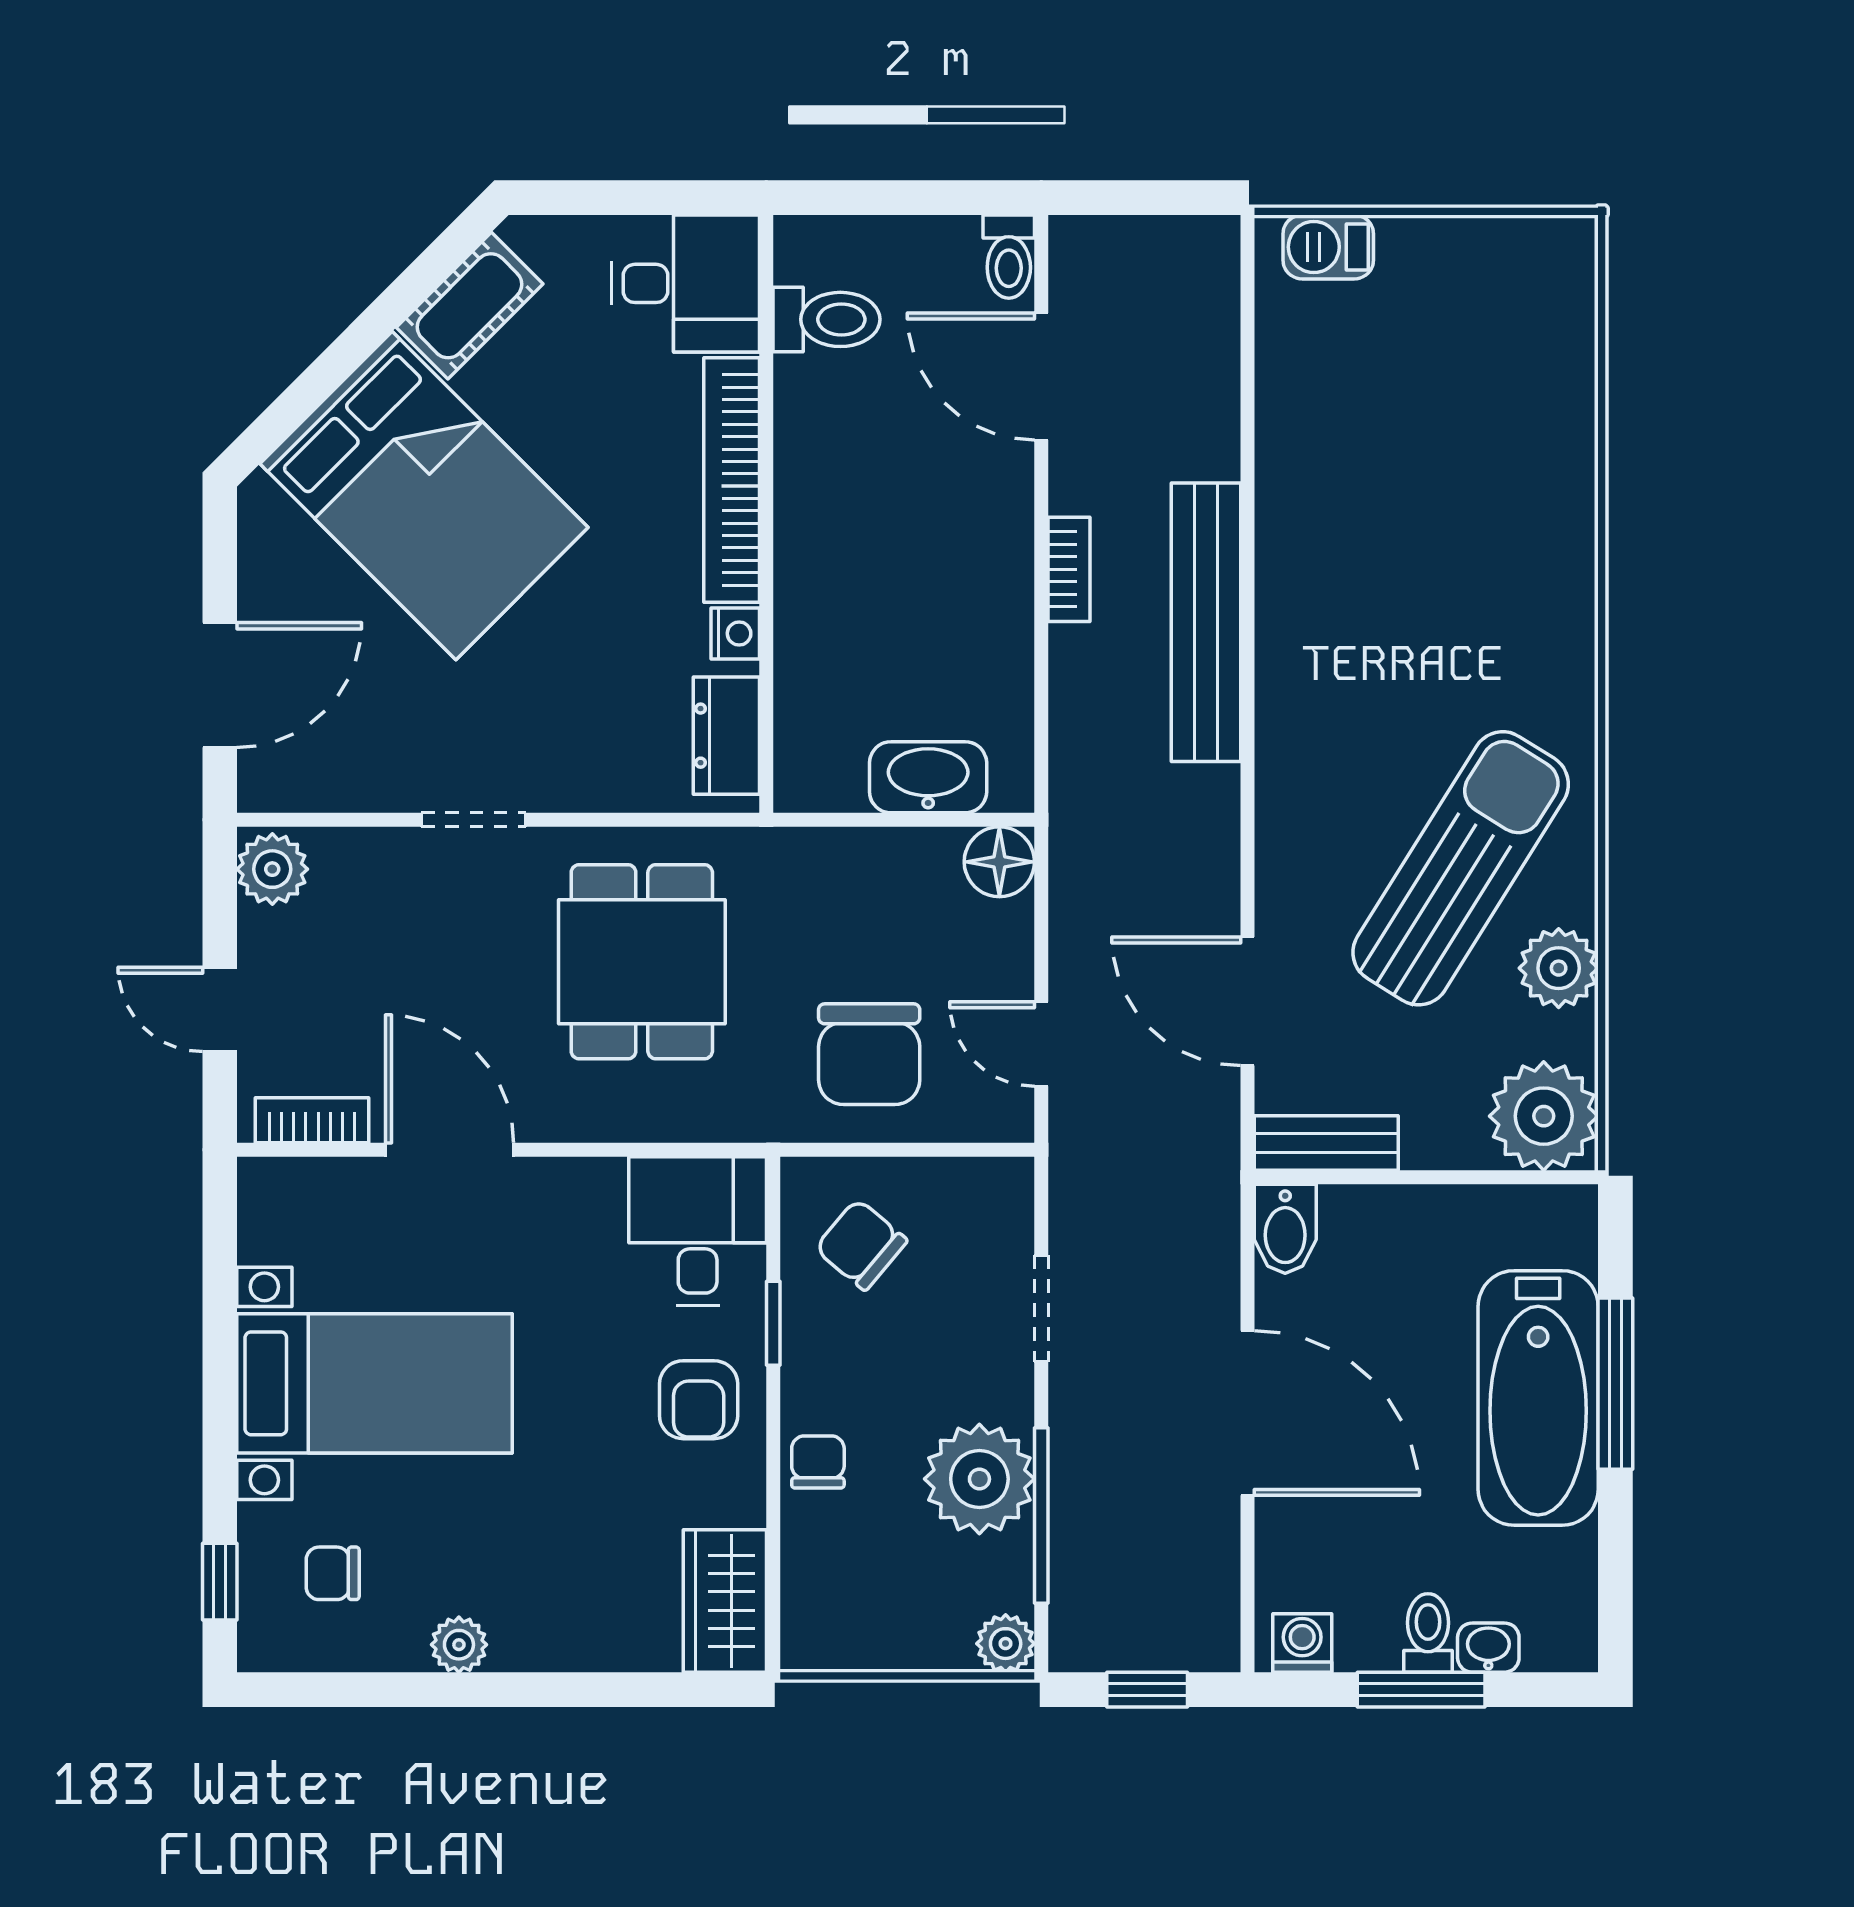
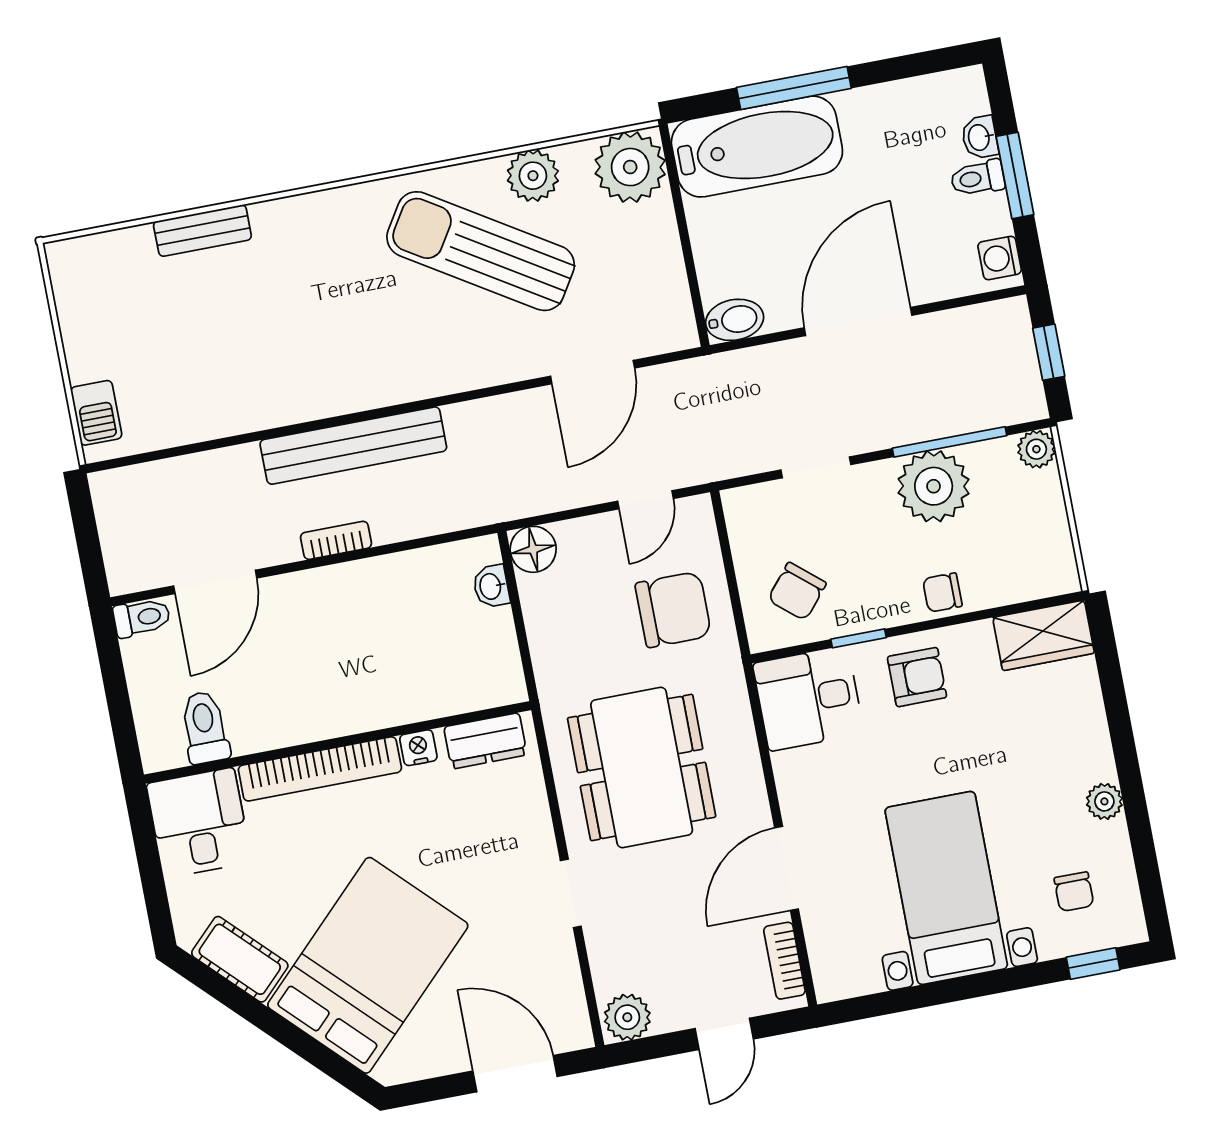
washbasin: (928, 777) -> (491, 586), width x0.52, depth x0.69
dining table: (642, 962) -> (642, 767), width x1.38
bench: (1326, 1143) -> (202, 231), moved, turned 90
bathtub: (1538, 1398) -> (757, 147), moved

